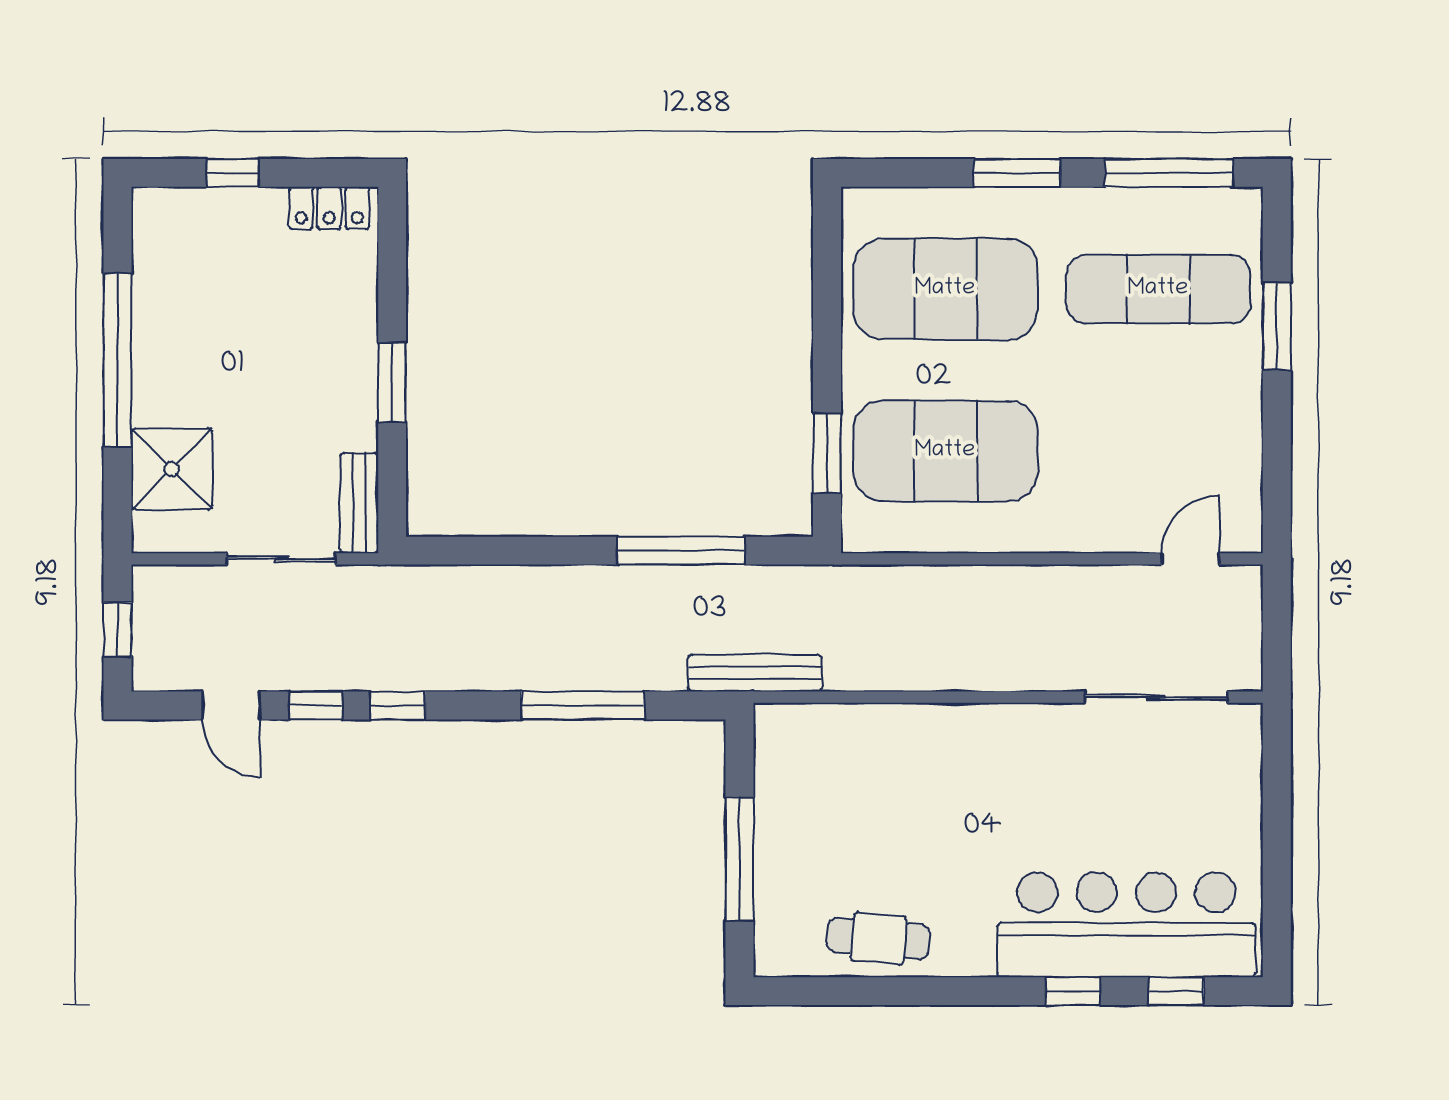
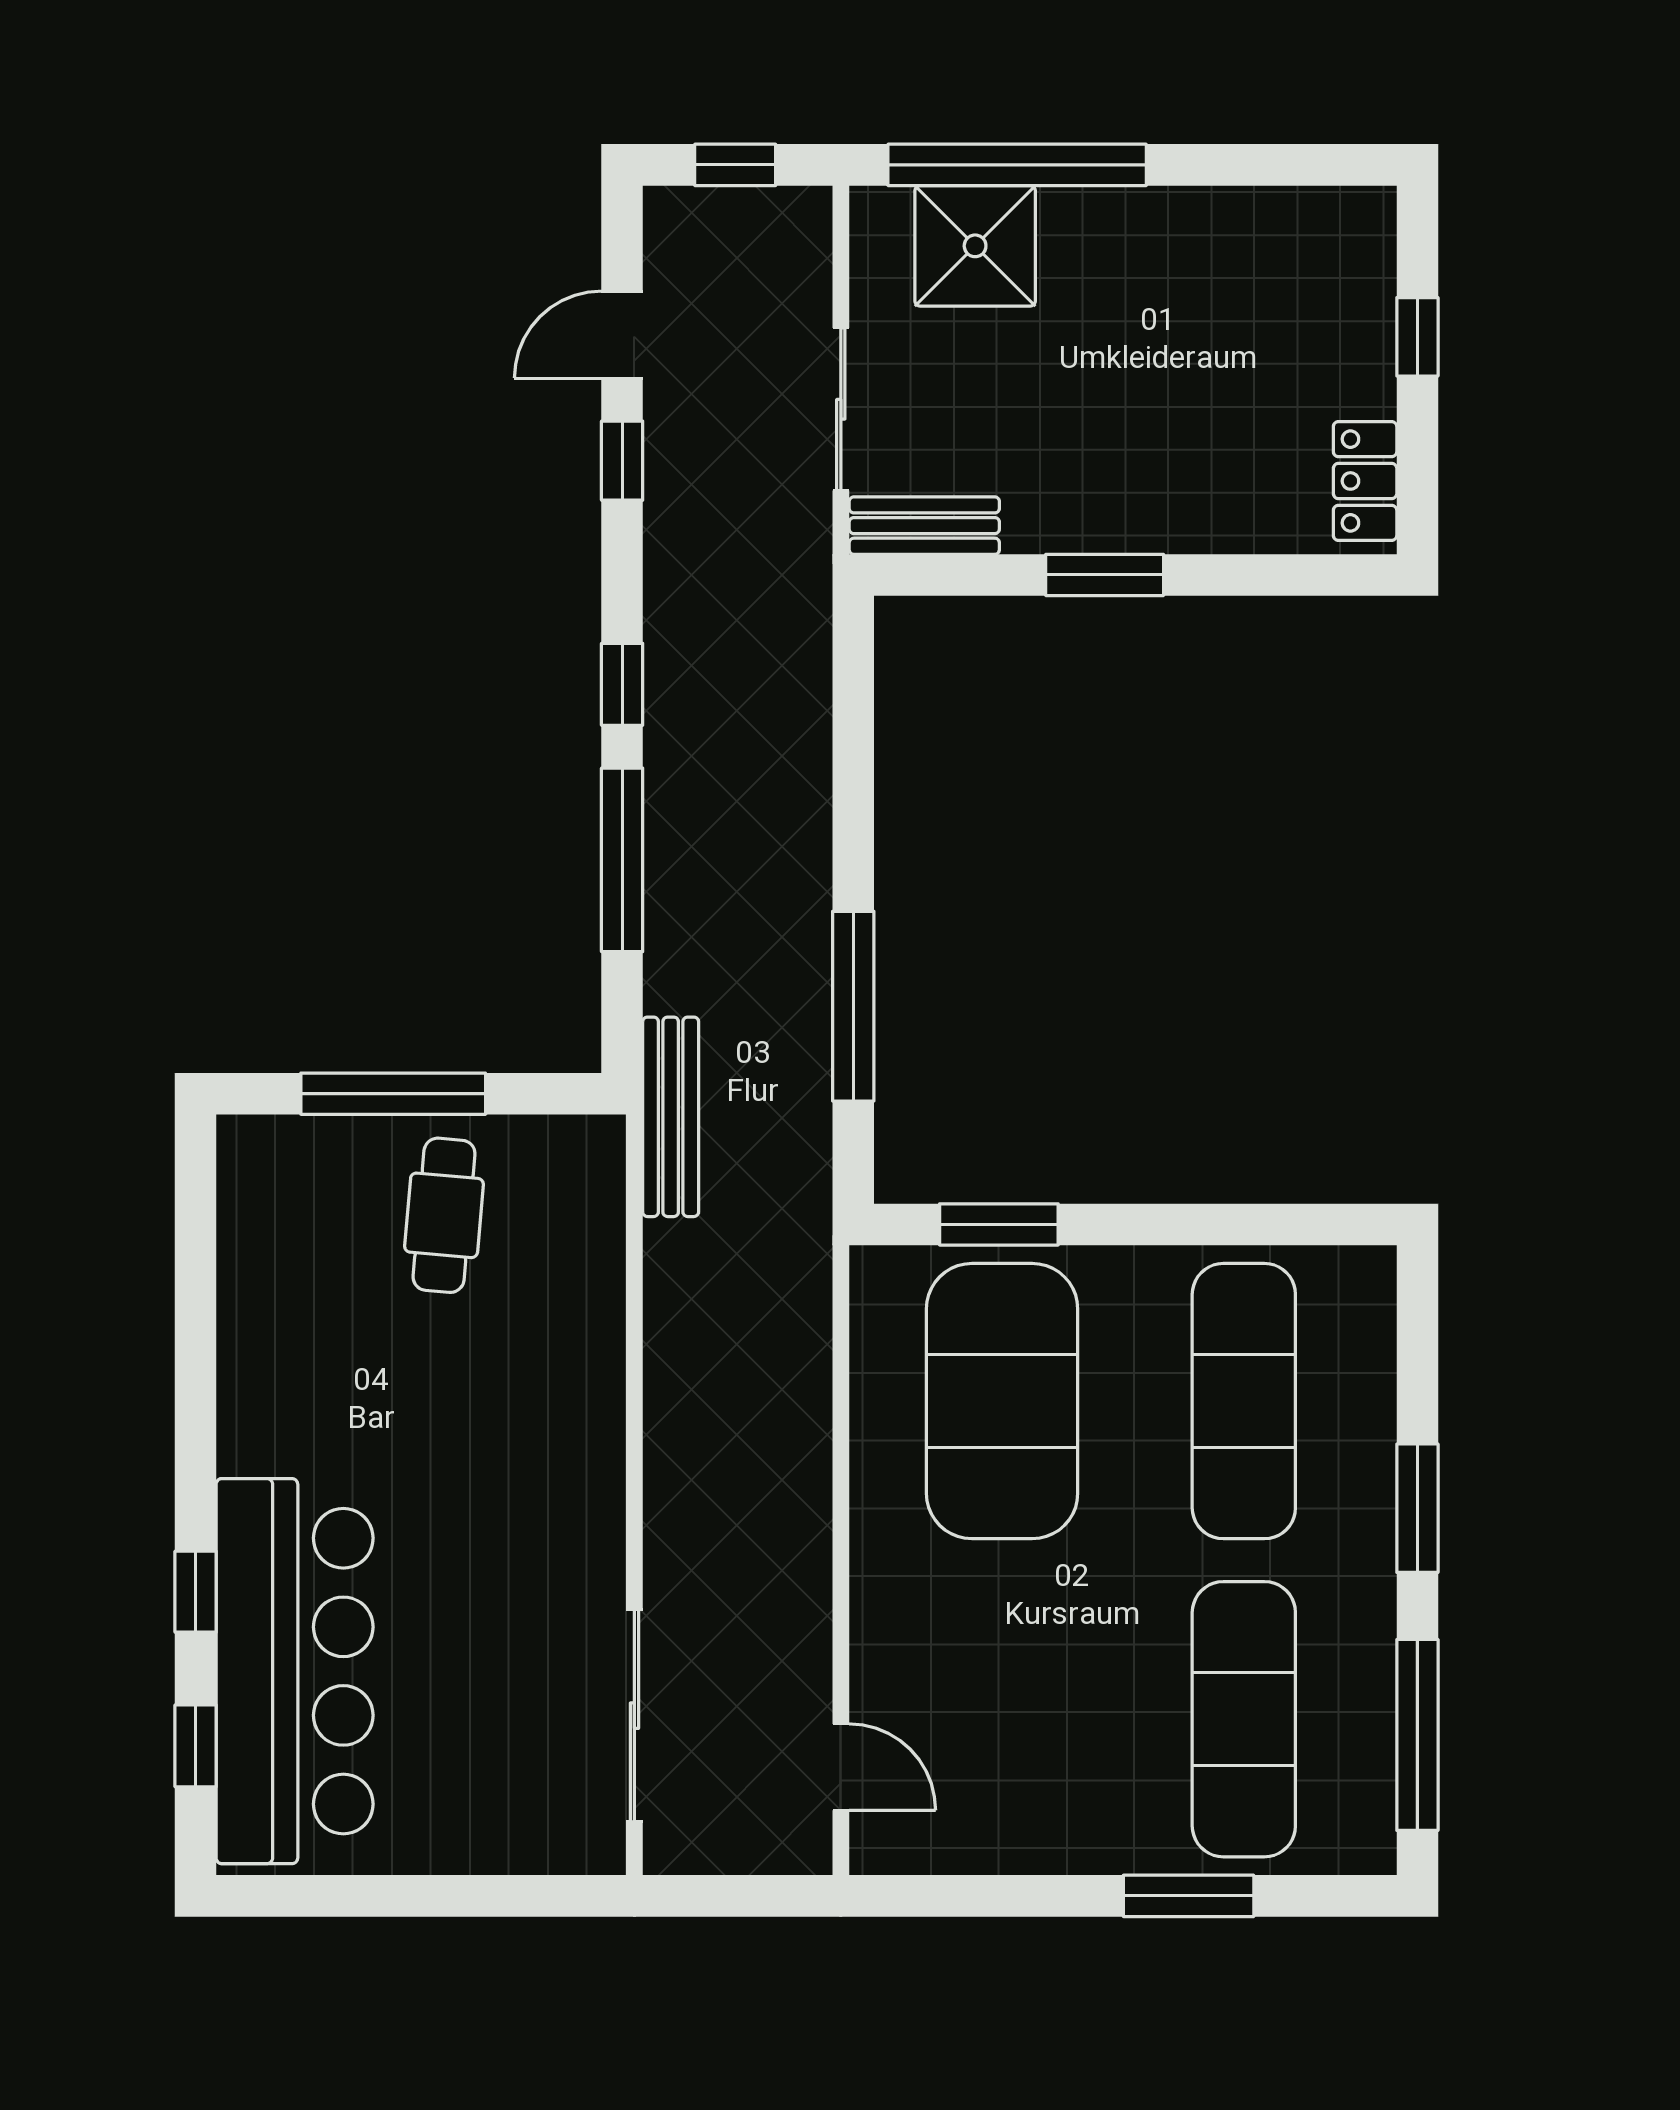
exercise mat: (945, 289) -> (1244, 1401), width x0.68
window: (117, 360) -> (1017, 165), moved
window: (398, 705) -> (622, 684), moved
cafe table: (878, 938) -> (444, 1215), moved

